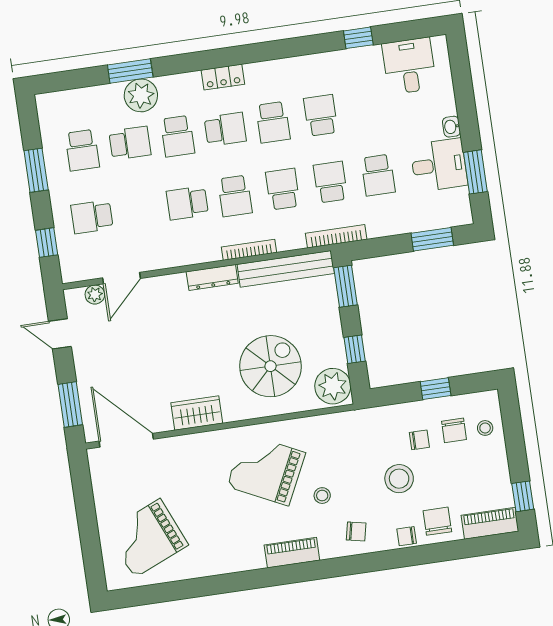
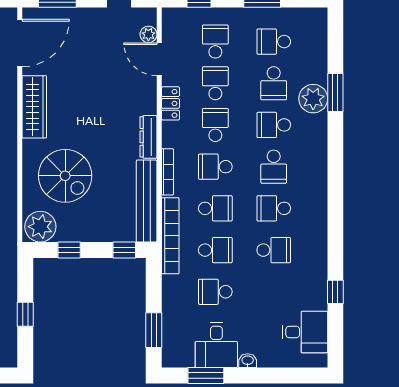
locker: (223, 77) -> (170, 103), moved, turned 180
school desk: (140, 210) -> (215, 83), added
bookcase: (336, 236) -> (170, 236), width x1.48, depth x1.31
window: (345, 286) -> (124, 250), width x0.67
wardrobe: (197, 413) -> (34, 107), width x1.50

